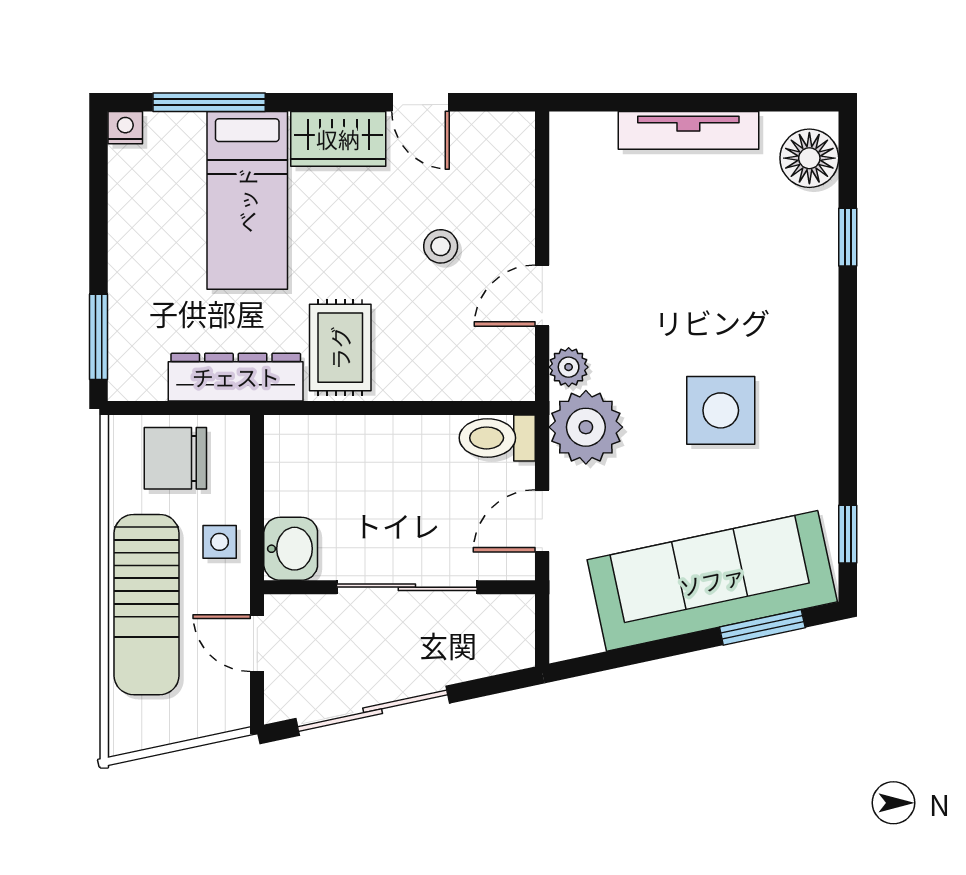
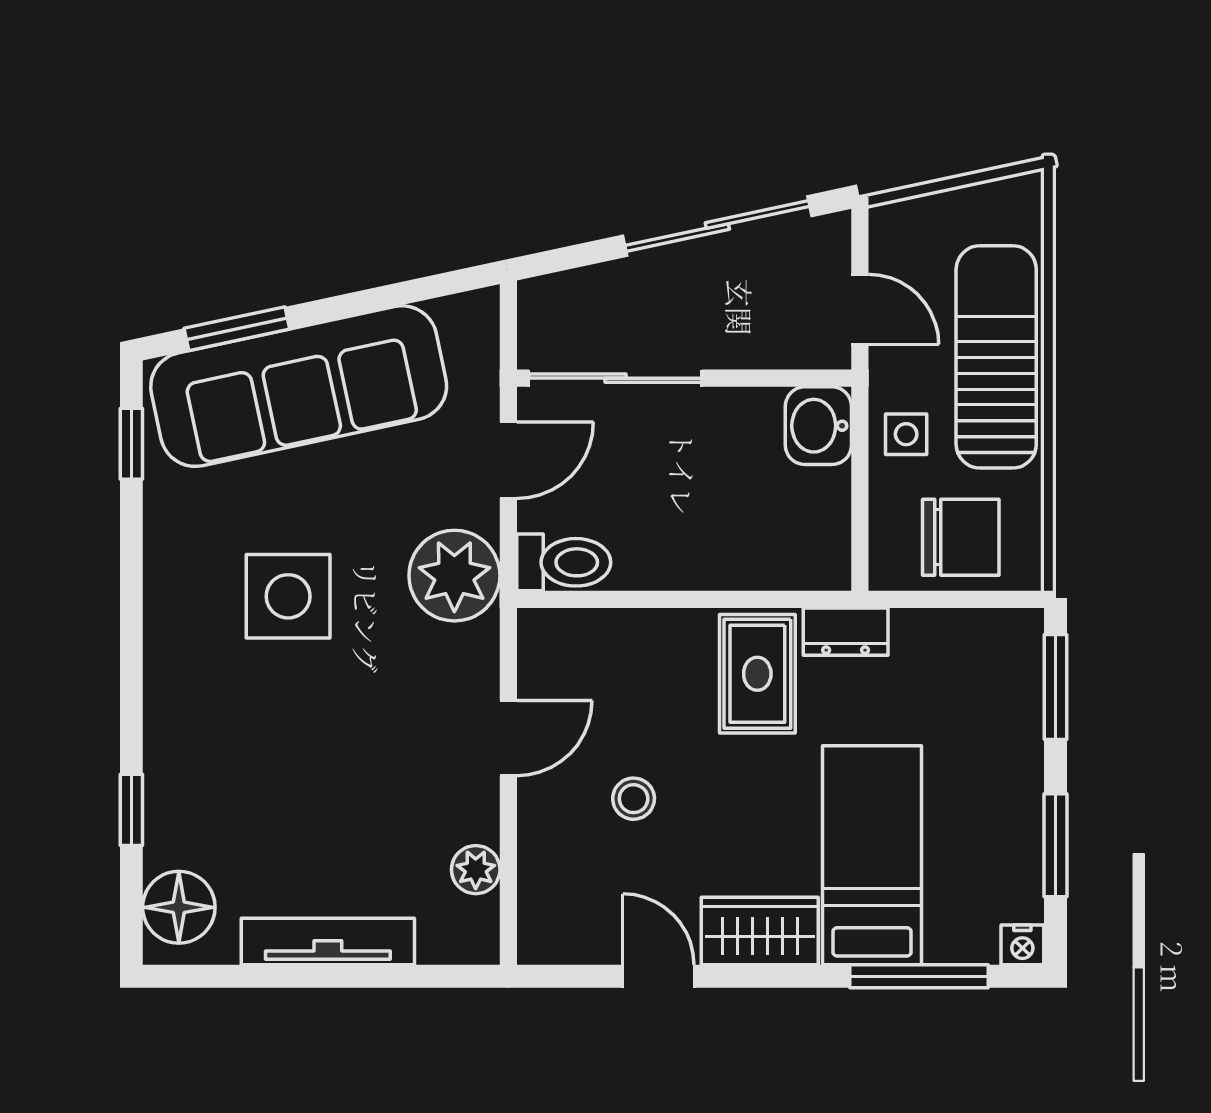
window: (99, 209) -> (1055, 845), added
plant: (569, 367) -> (476, 870), moved
dresser: (236, 377) -> (846, 632), width x0.51, depth x0.80
sliding door: (407, 587) -> (615, 378), moved

